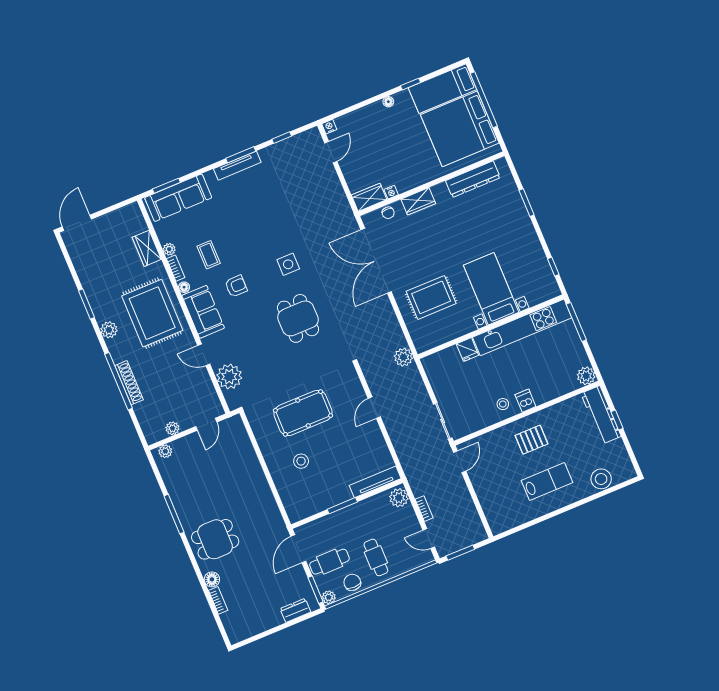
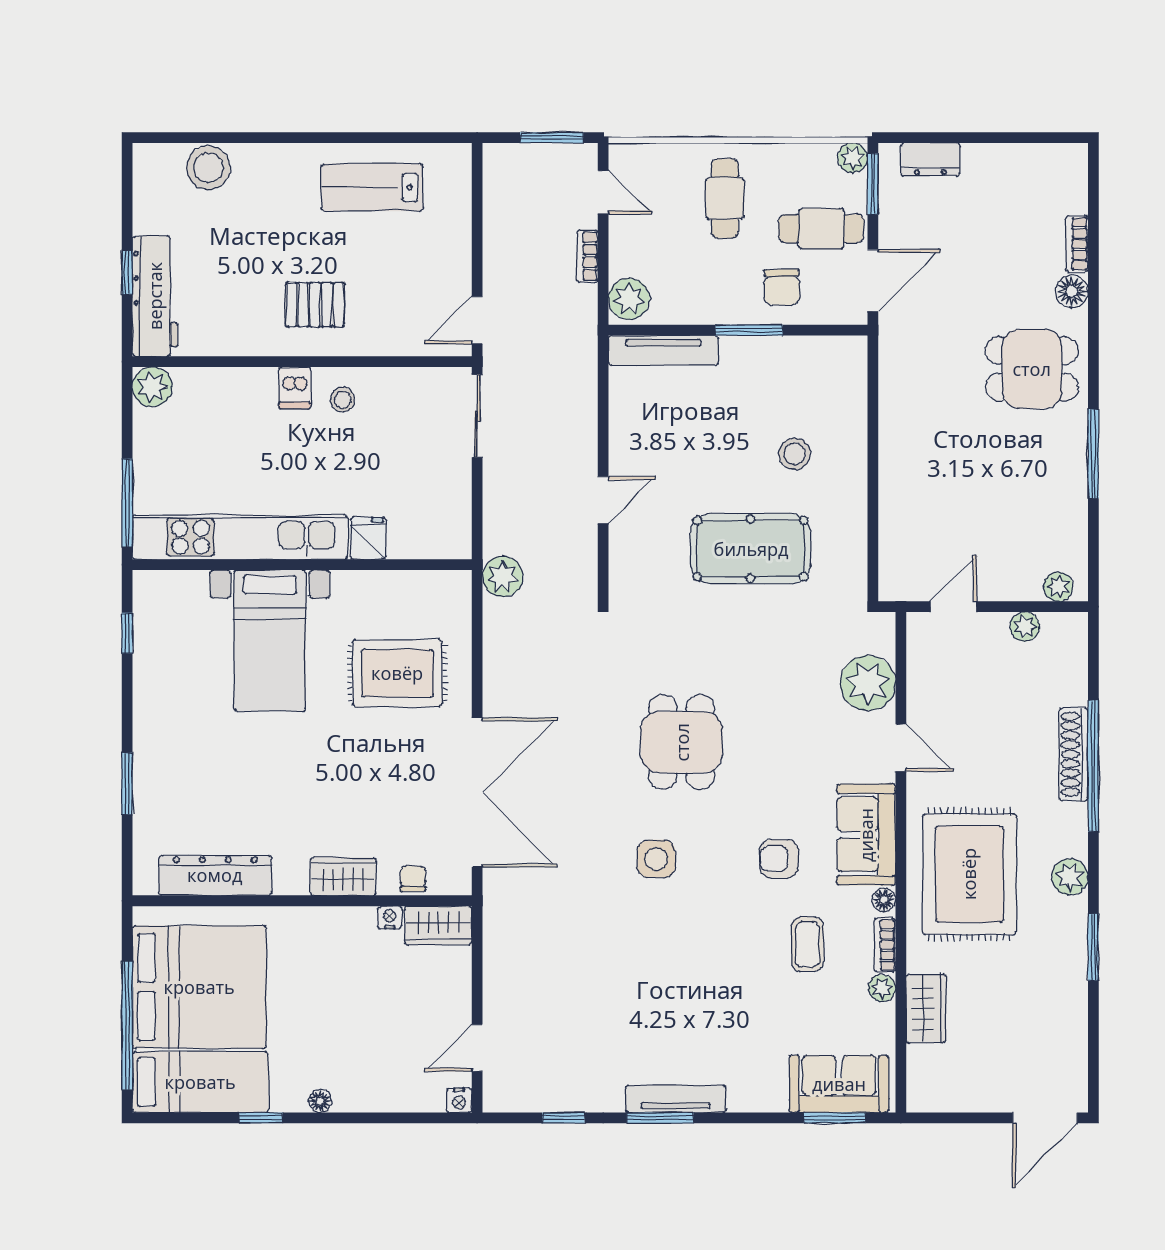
sofa: (178, 198) -> (839, 1084), width x0.73
lab bench: (547, 482) -> (372, 187), moved
chair: (352, 582) -> (782, 287), moved

